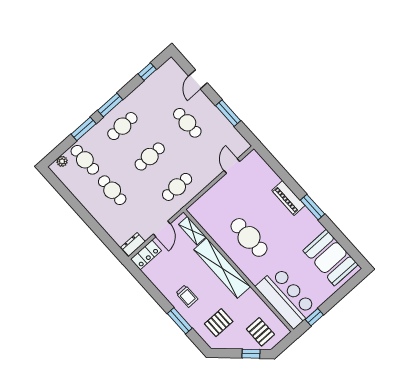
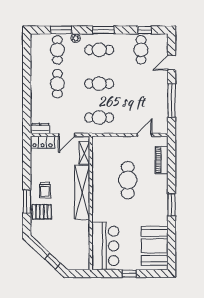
window: (228, 113) -> (172, 100), width x1.44
cafe table: (187, 123) -> (141, 50), moved
window: (84, 129) -> (61, 30), moved
plant: (62, 161) -> (76, 38), moved
piano: (288, 198) -> (162, 160), moved
cafe table: (249, 237) -> (128, 180), moved
window: (314, 317) -> (129, 274), moved
pallet: (219, 323) -> (42, 212), moved
pallet: (260, 332) -> (70, 253), removed

